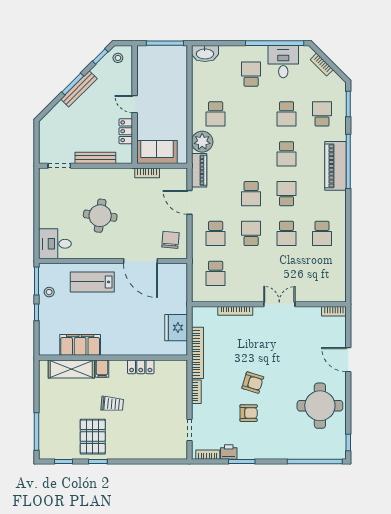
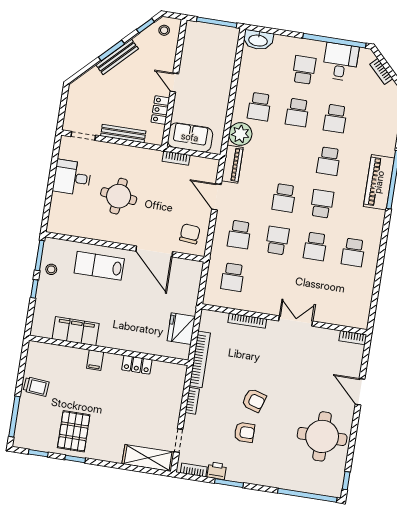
school desk: (322, 114) -> (297, 113), moved, turned 180
desk: (55, 244) -> (72, 177), moved
shelving: (71, 369) -> (148, 458), moved
trolley: (112, 404) -> (36, 387), moved

